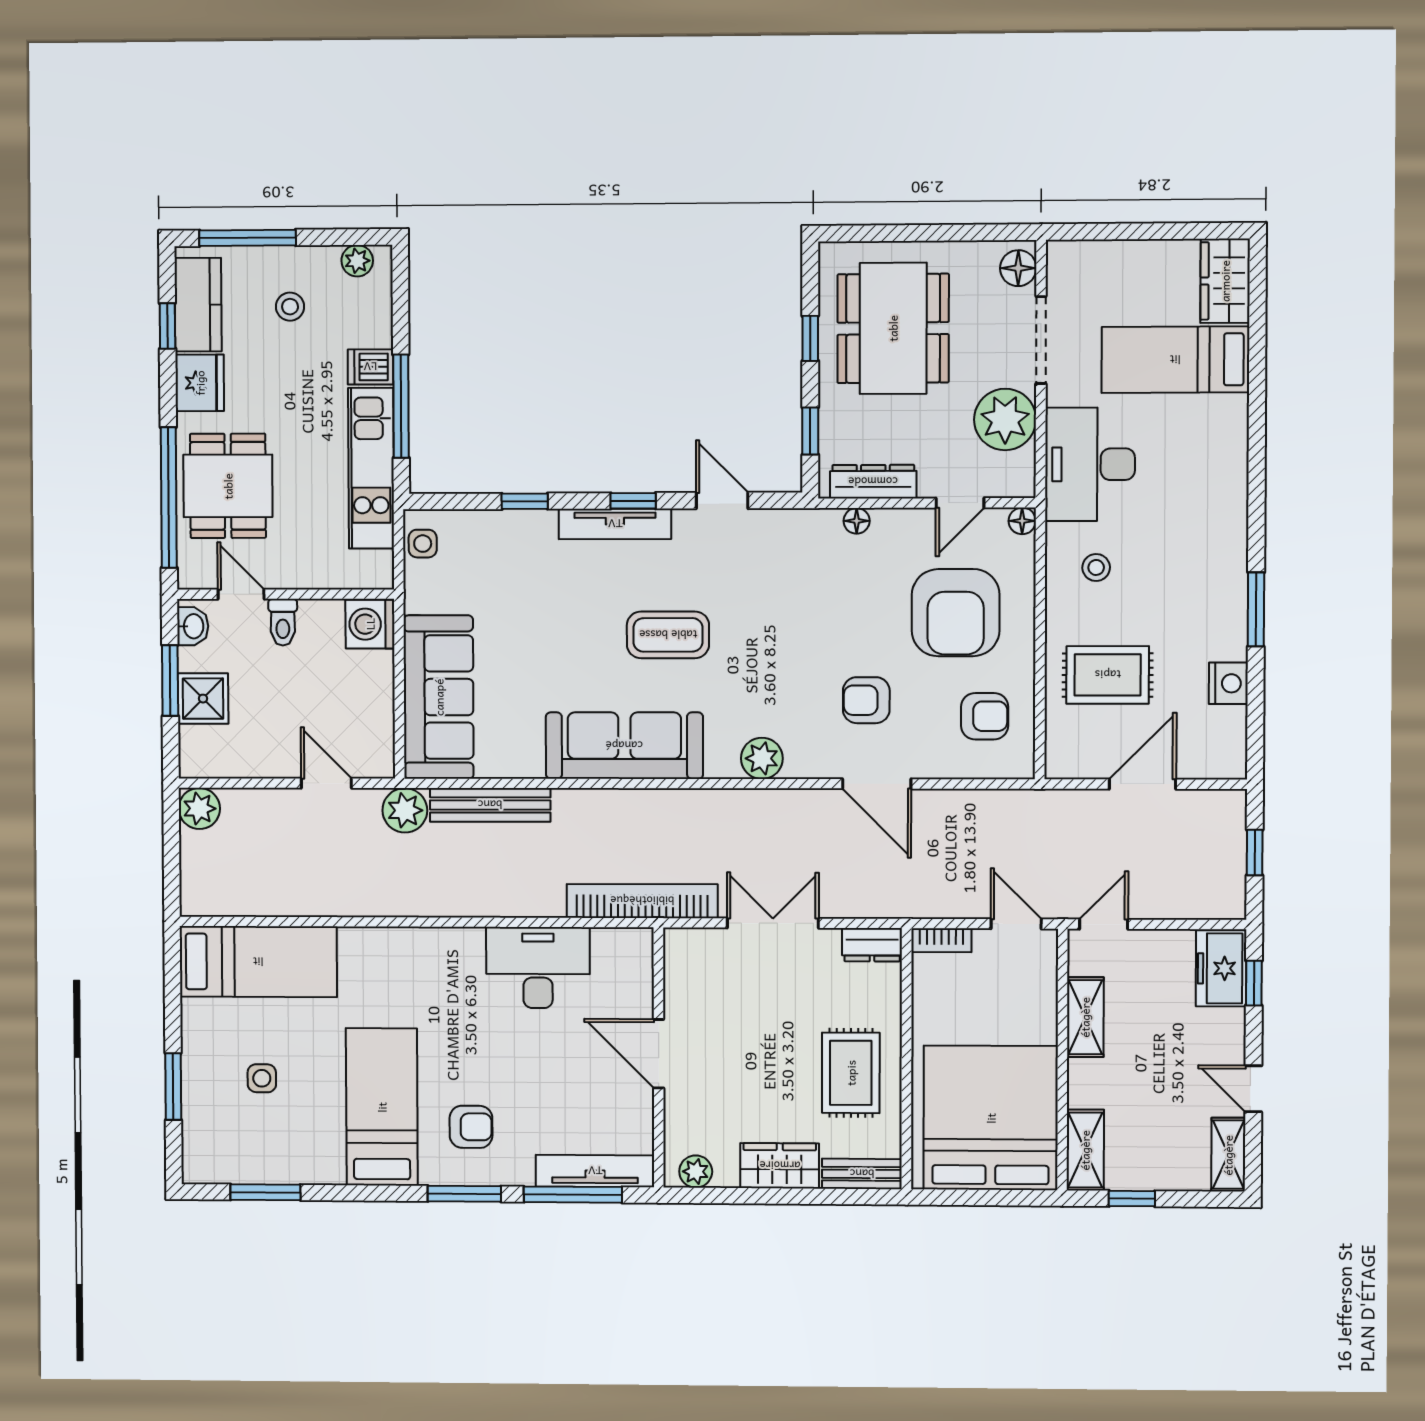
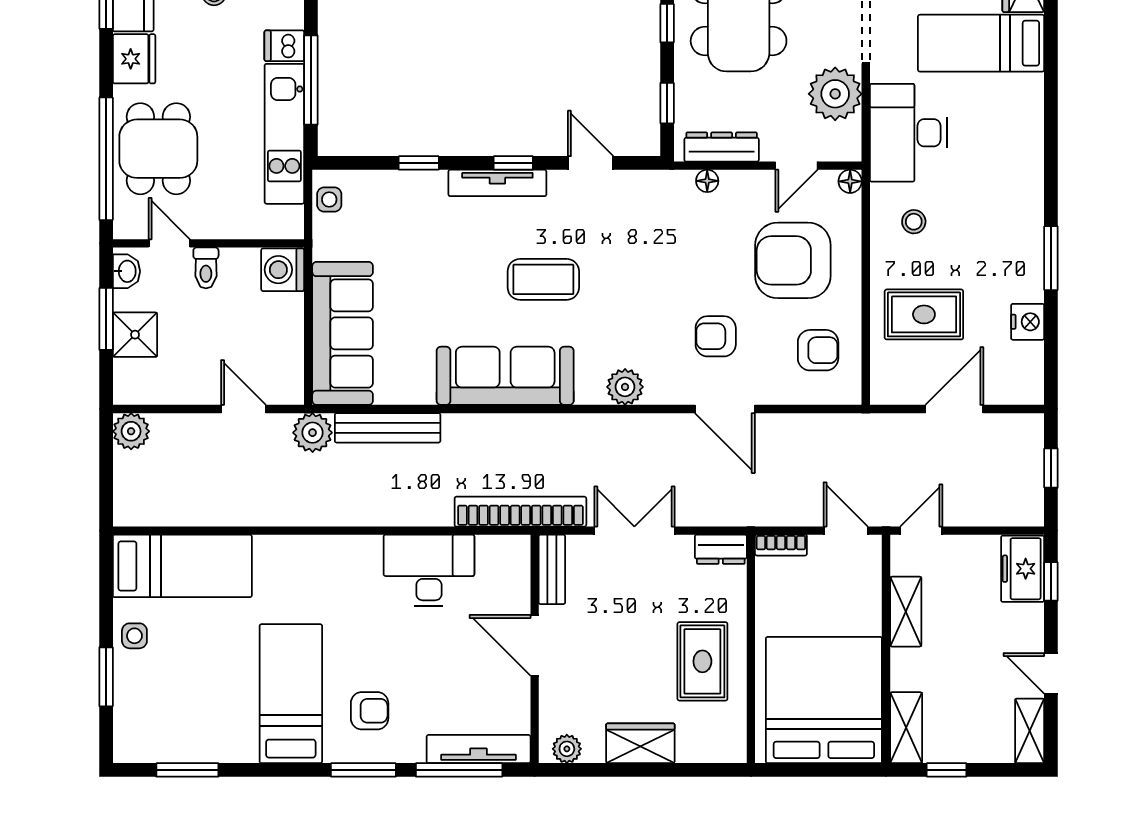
armchair: (956, 613) -> (793, 260), turned 90
side table: (262, 1078) -> (134, 636), moved
bench: (862, 1174) -> (552, 569), moved, turned 90

